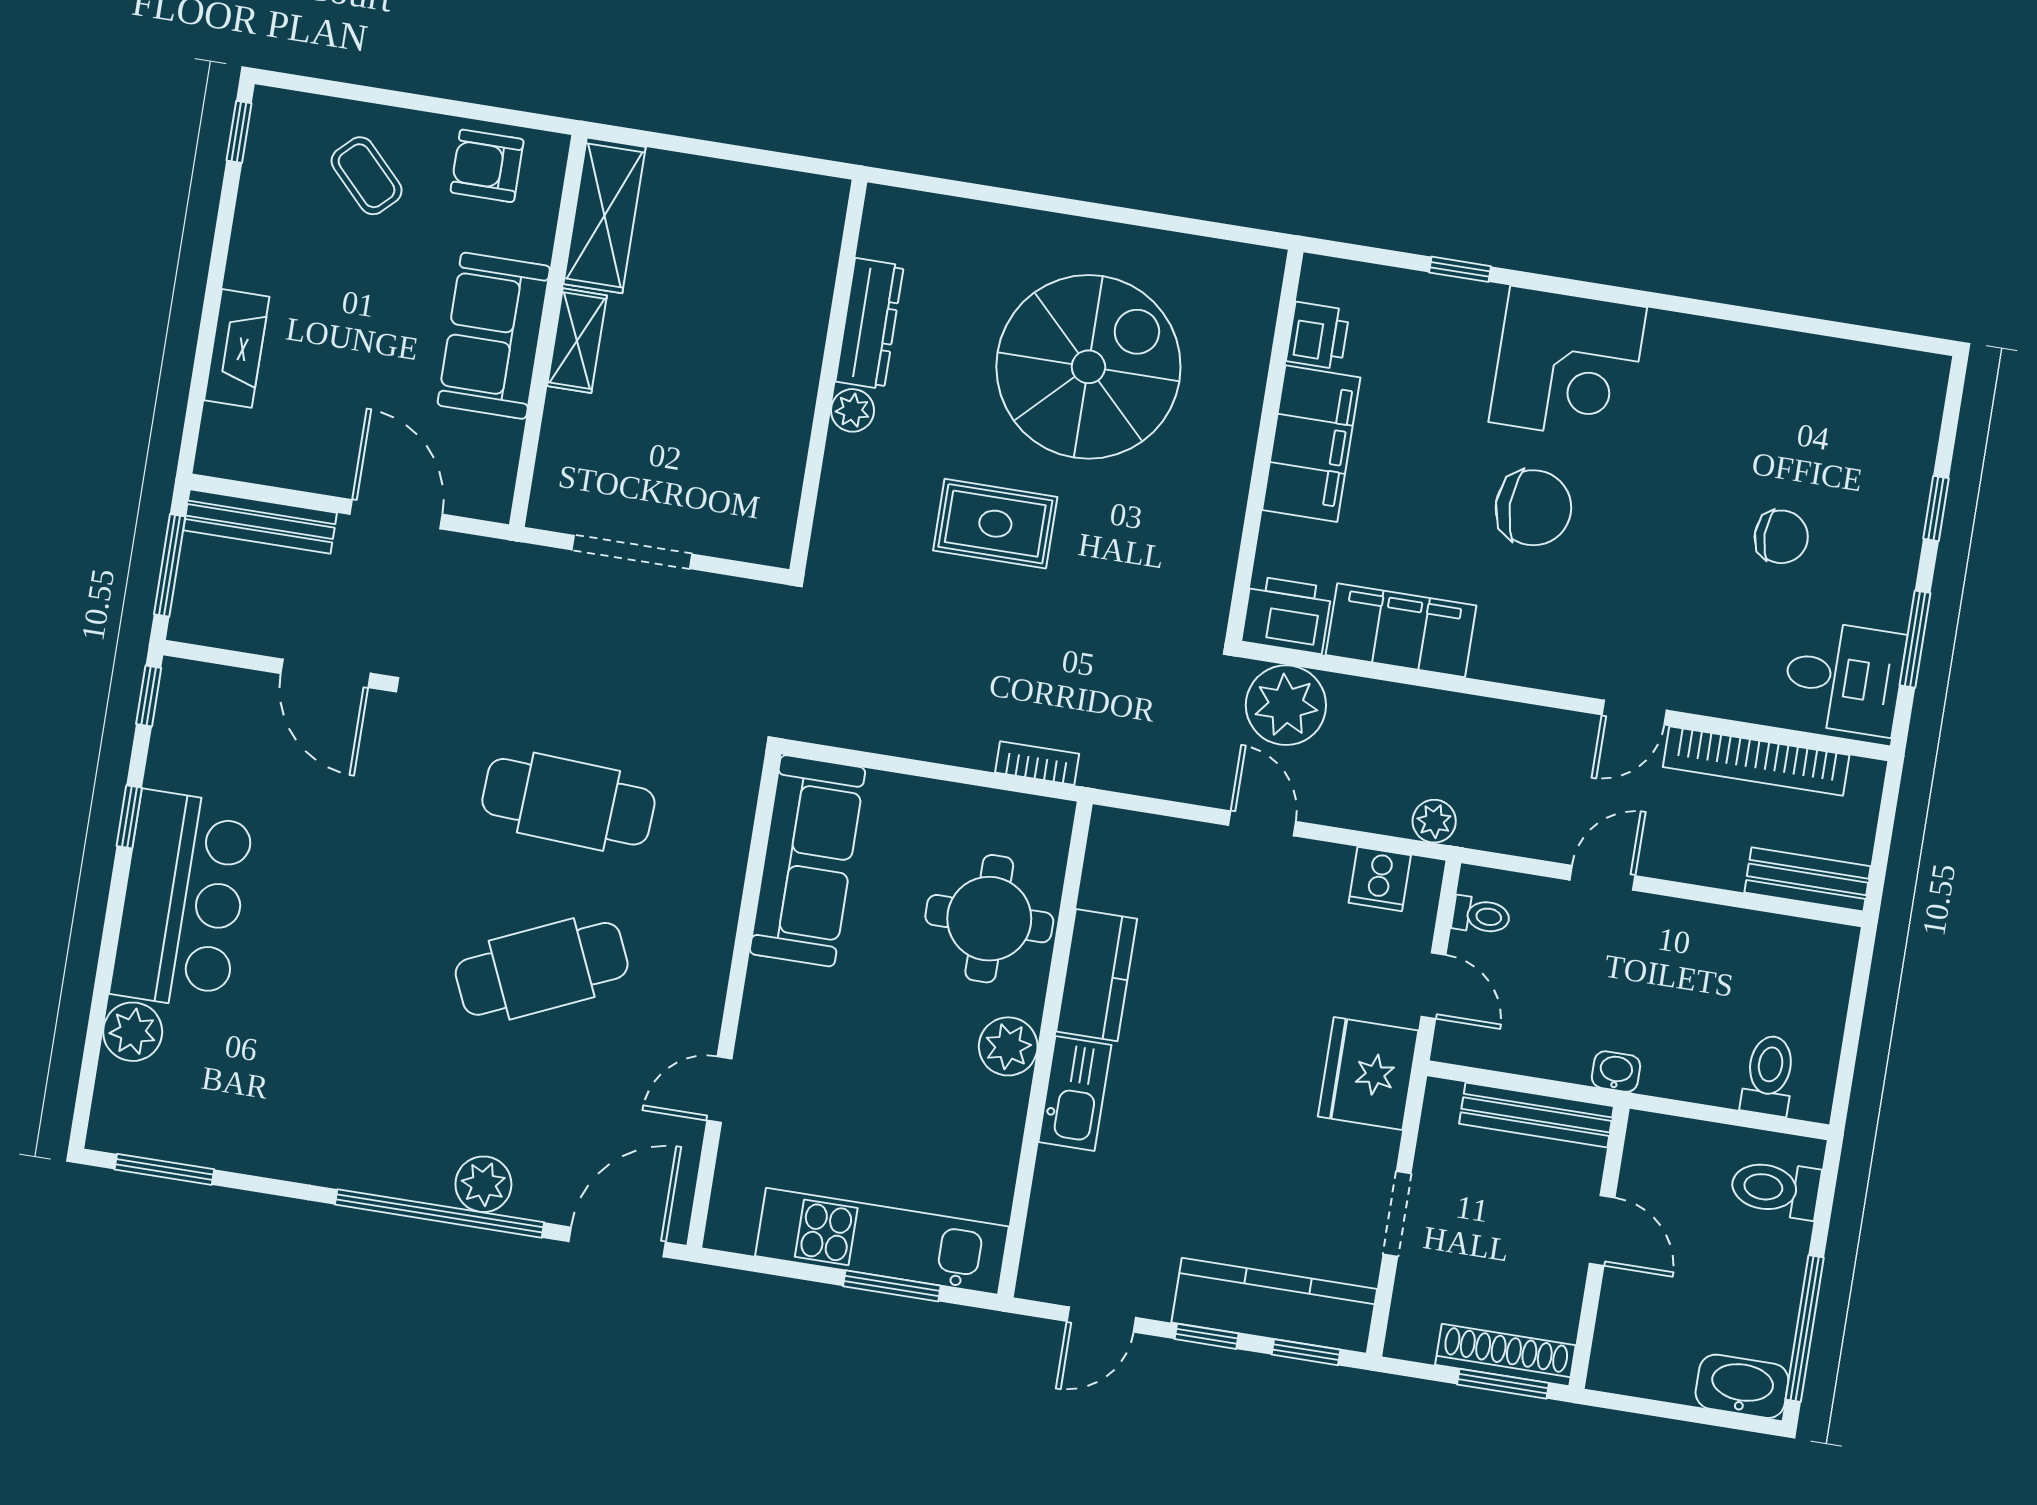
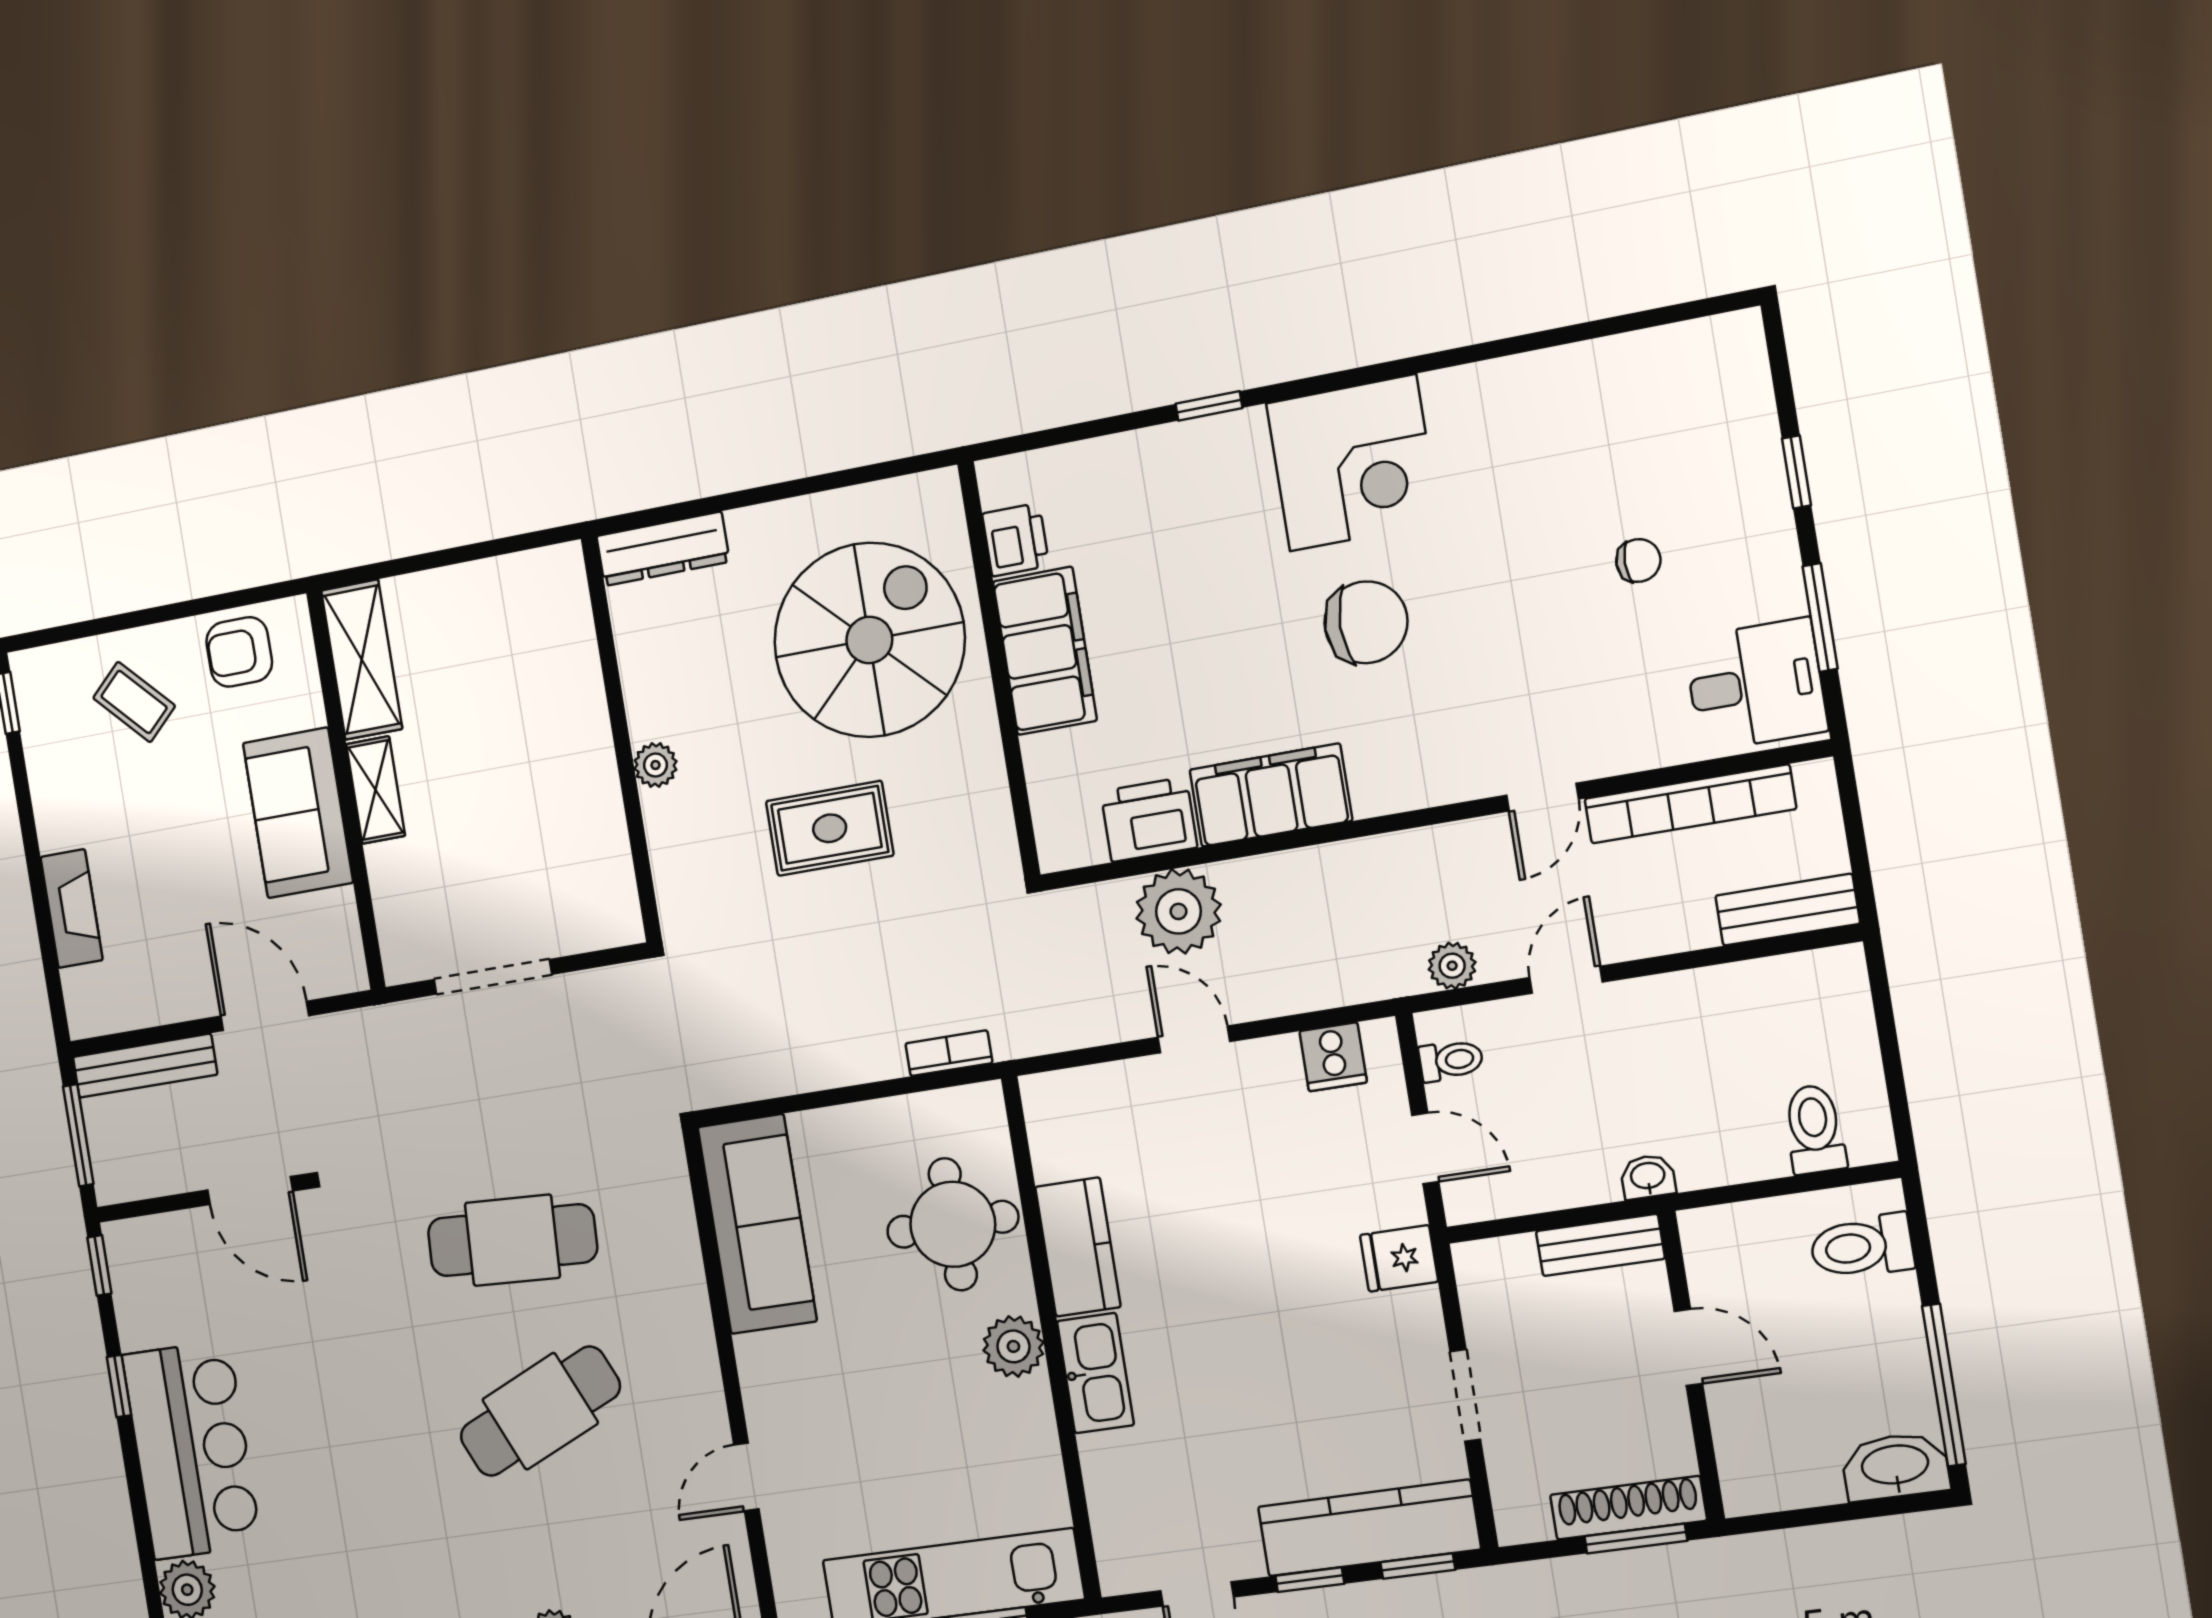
dresser: (870, 324) -> (663, 549), moved, turned 90
printer: (1318, 336) -> (1016, 540), moved
filing cabinet: (1311, 444) -> (1045, 651), moved
wall: (1264, 446) -> (999, 669), moved
chair: (1781, 537) -> (1638, 561), width x0.73, depth x0.73
plant: (1434, 821) -> (1452, 966), moved
fridge: (1368, 1074) -> (1399, 1258), width x0.53, depth x0.75
bench: (1537, 1115) -> (1600, 1245), width x0.73

